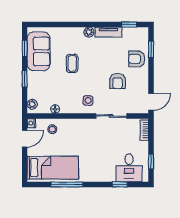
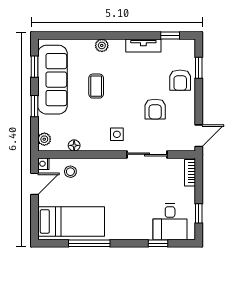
plant: (89, 32) -> (102, 45), moved
sofa: (38, 51) -> (52, 80), width x1.36
armchair: (137, 59) -> (180, 80), turned -90

